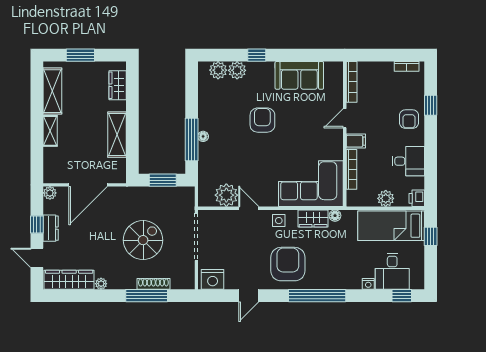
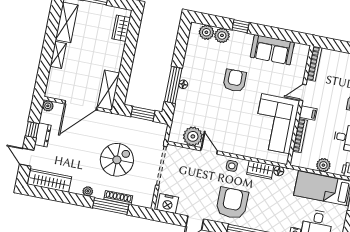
shelving: (117, 135) -> (108, 90), moved
corner sofa: (311, 184) -> (276, 124), moved, turned -90
plant: (101, 284) -> (88, 191), moved

